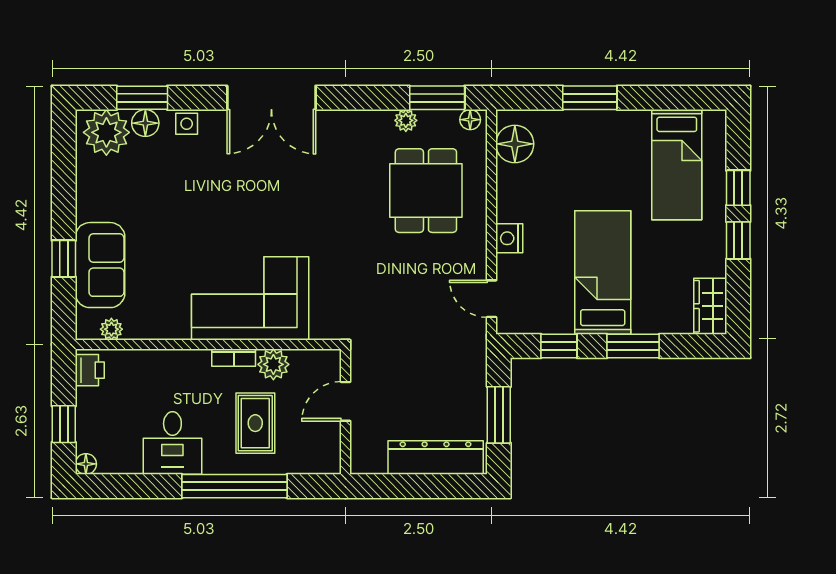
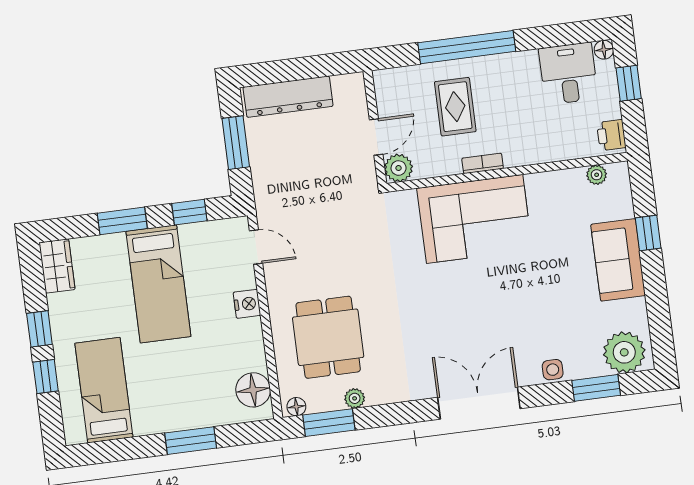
floor lamp: (145, 123) -> (590, 365), removed
sofa: (100, 265) -> (618, 260), moved
plant: (273, 364) -> (399, 168), moved
desk: (172, 443) -> (568, 74), moved

